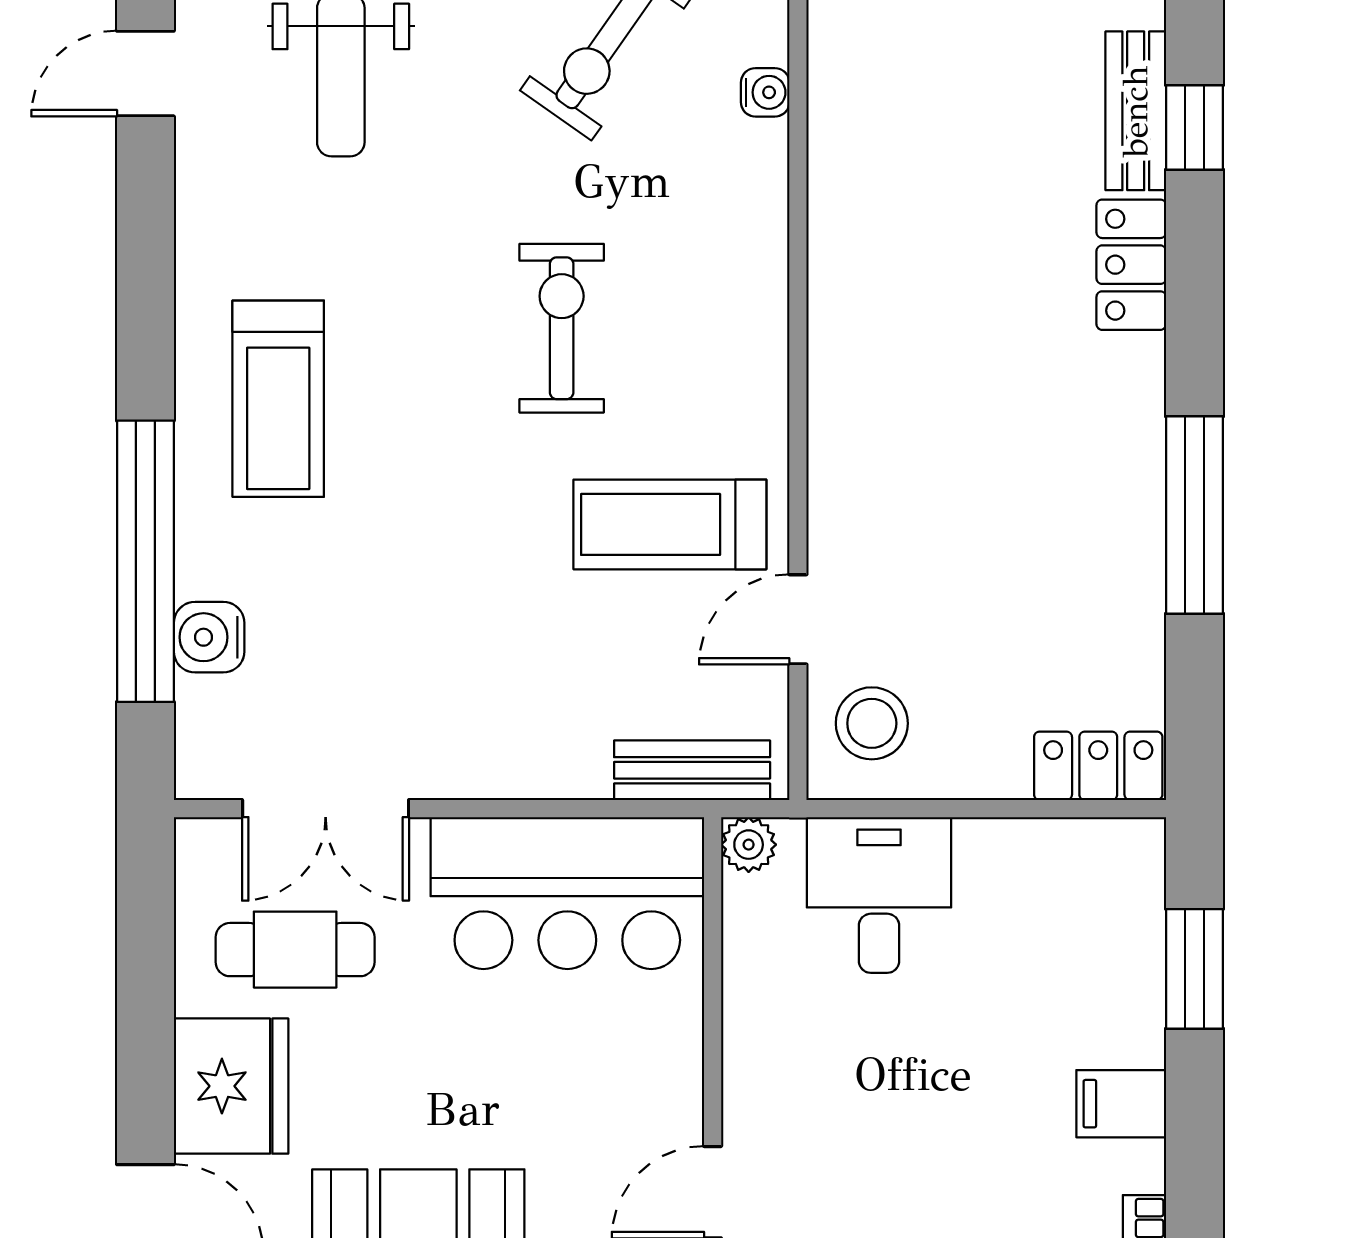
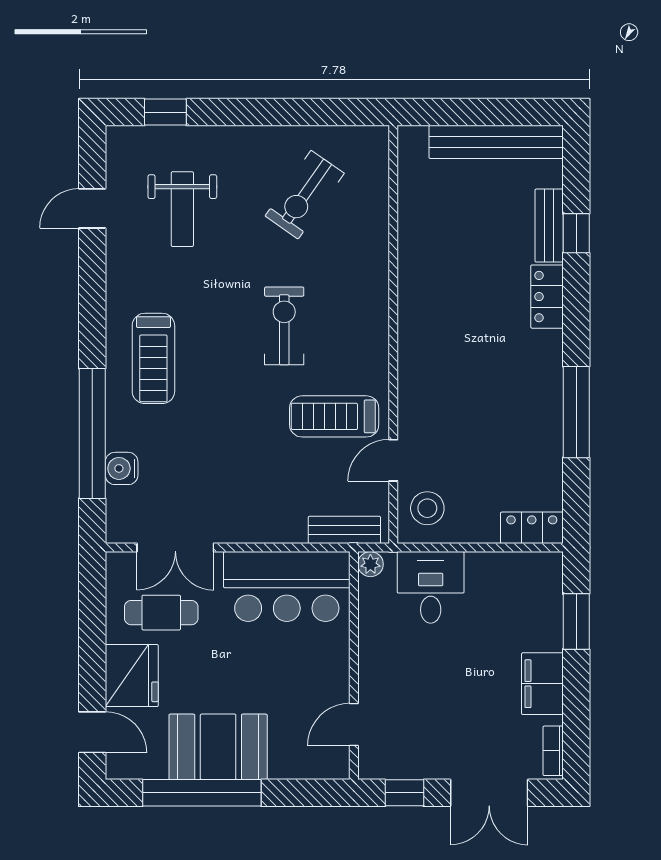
water cooler: (765, 92) -> (378, 217), removed
filing cabinet: (1121, 1104) -> (542, 684), width x2.00

